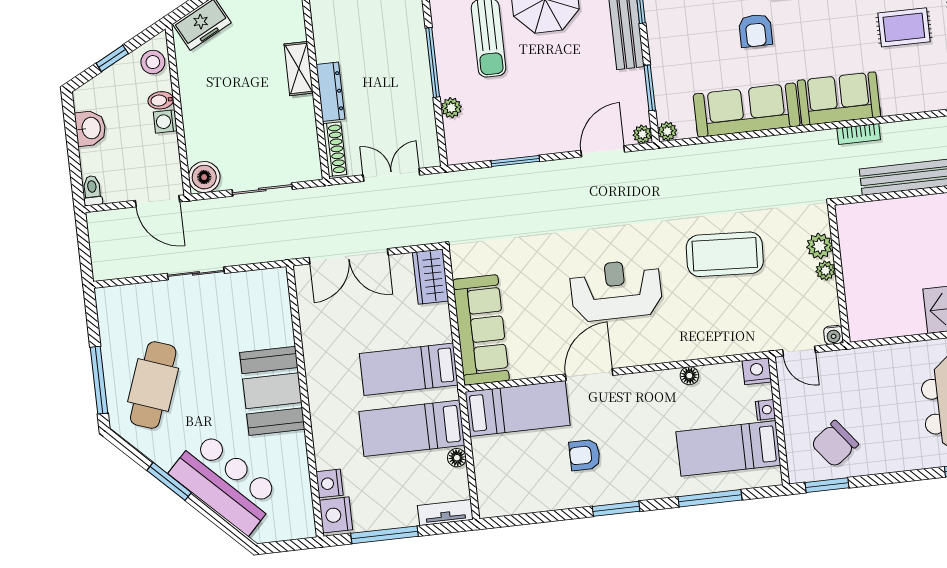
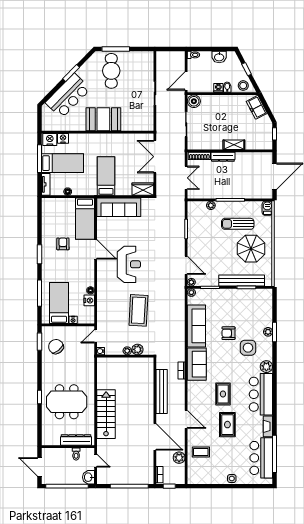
nightstand: (757, 371) -> (89, 300), moved
cafe table: (153, 385) -> (111, 71), turned 70
bed: (412, 428) -> (62, 163), moved, turned 90

